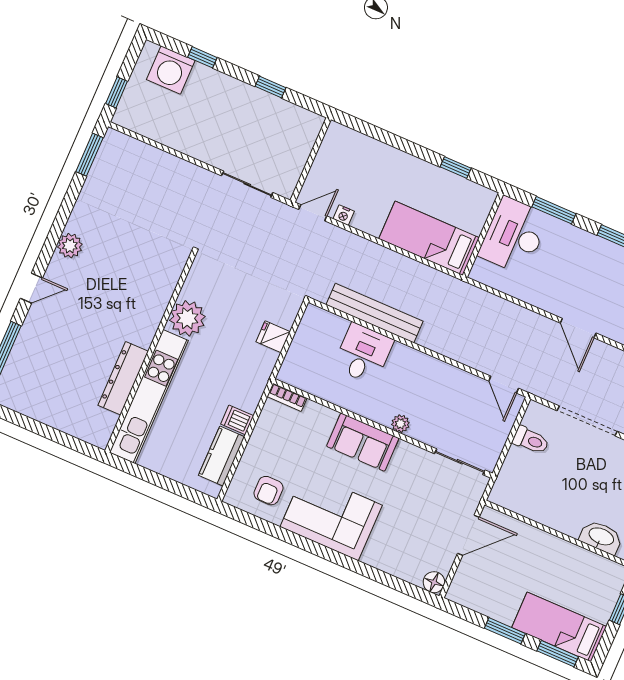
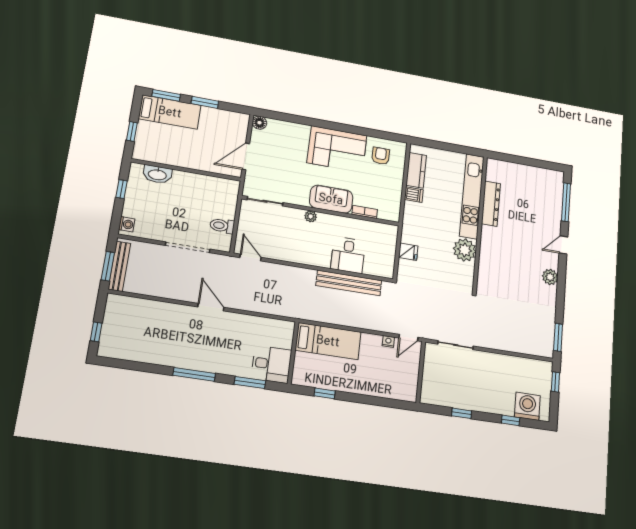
desk: (514, 235) -> (271, 364), width x0.73
bookcase: (287, 397) -> (365, 212), moved

